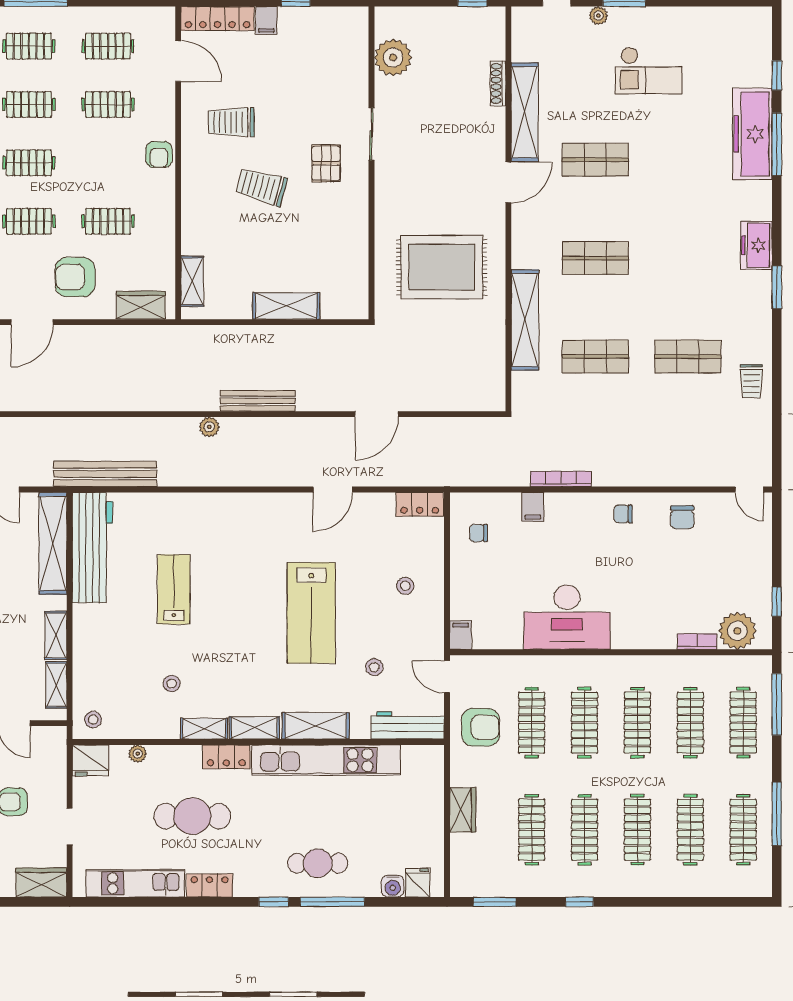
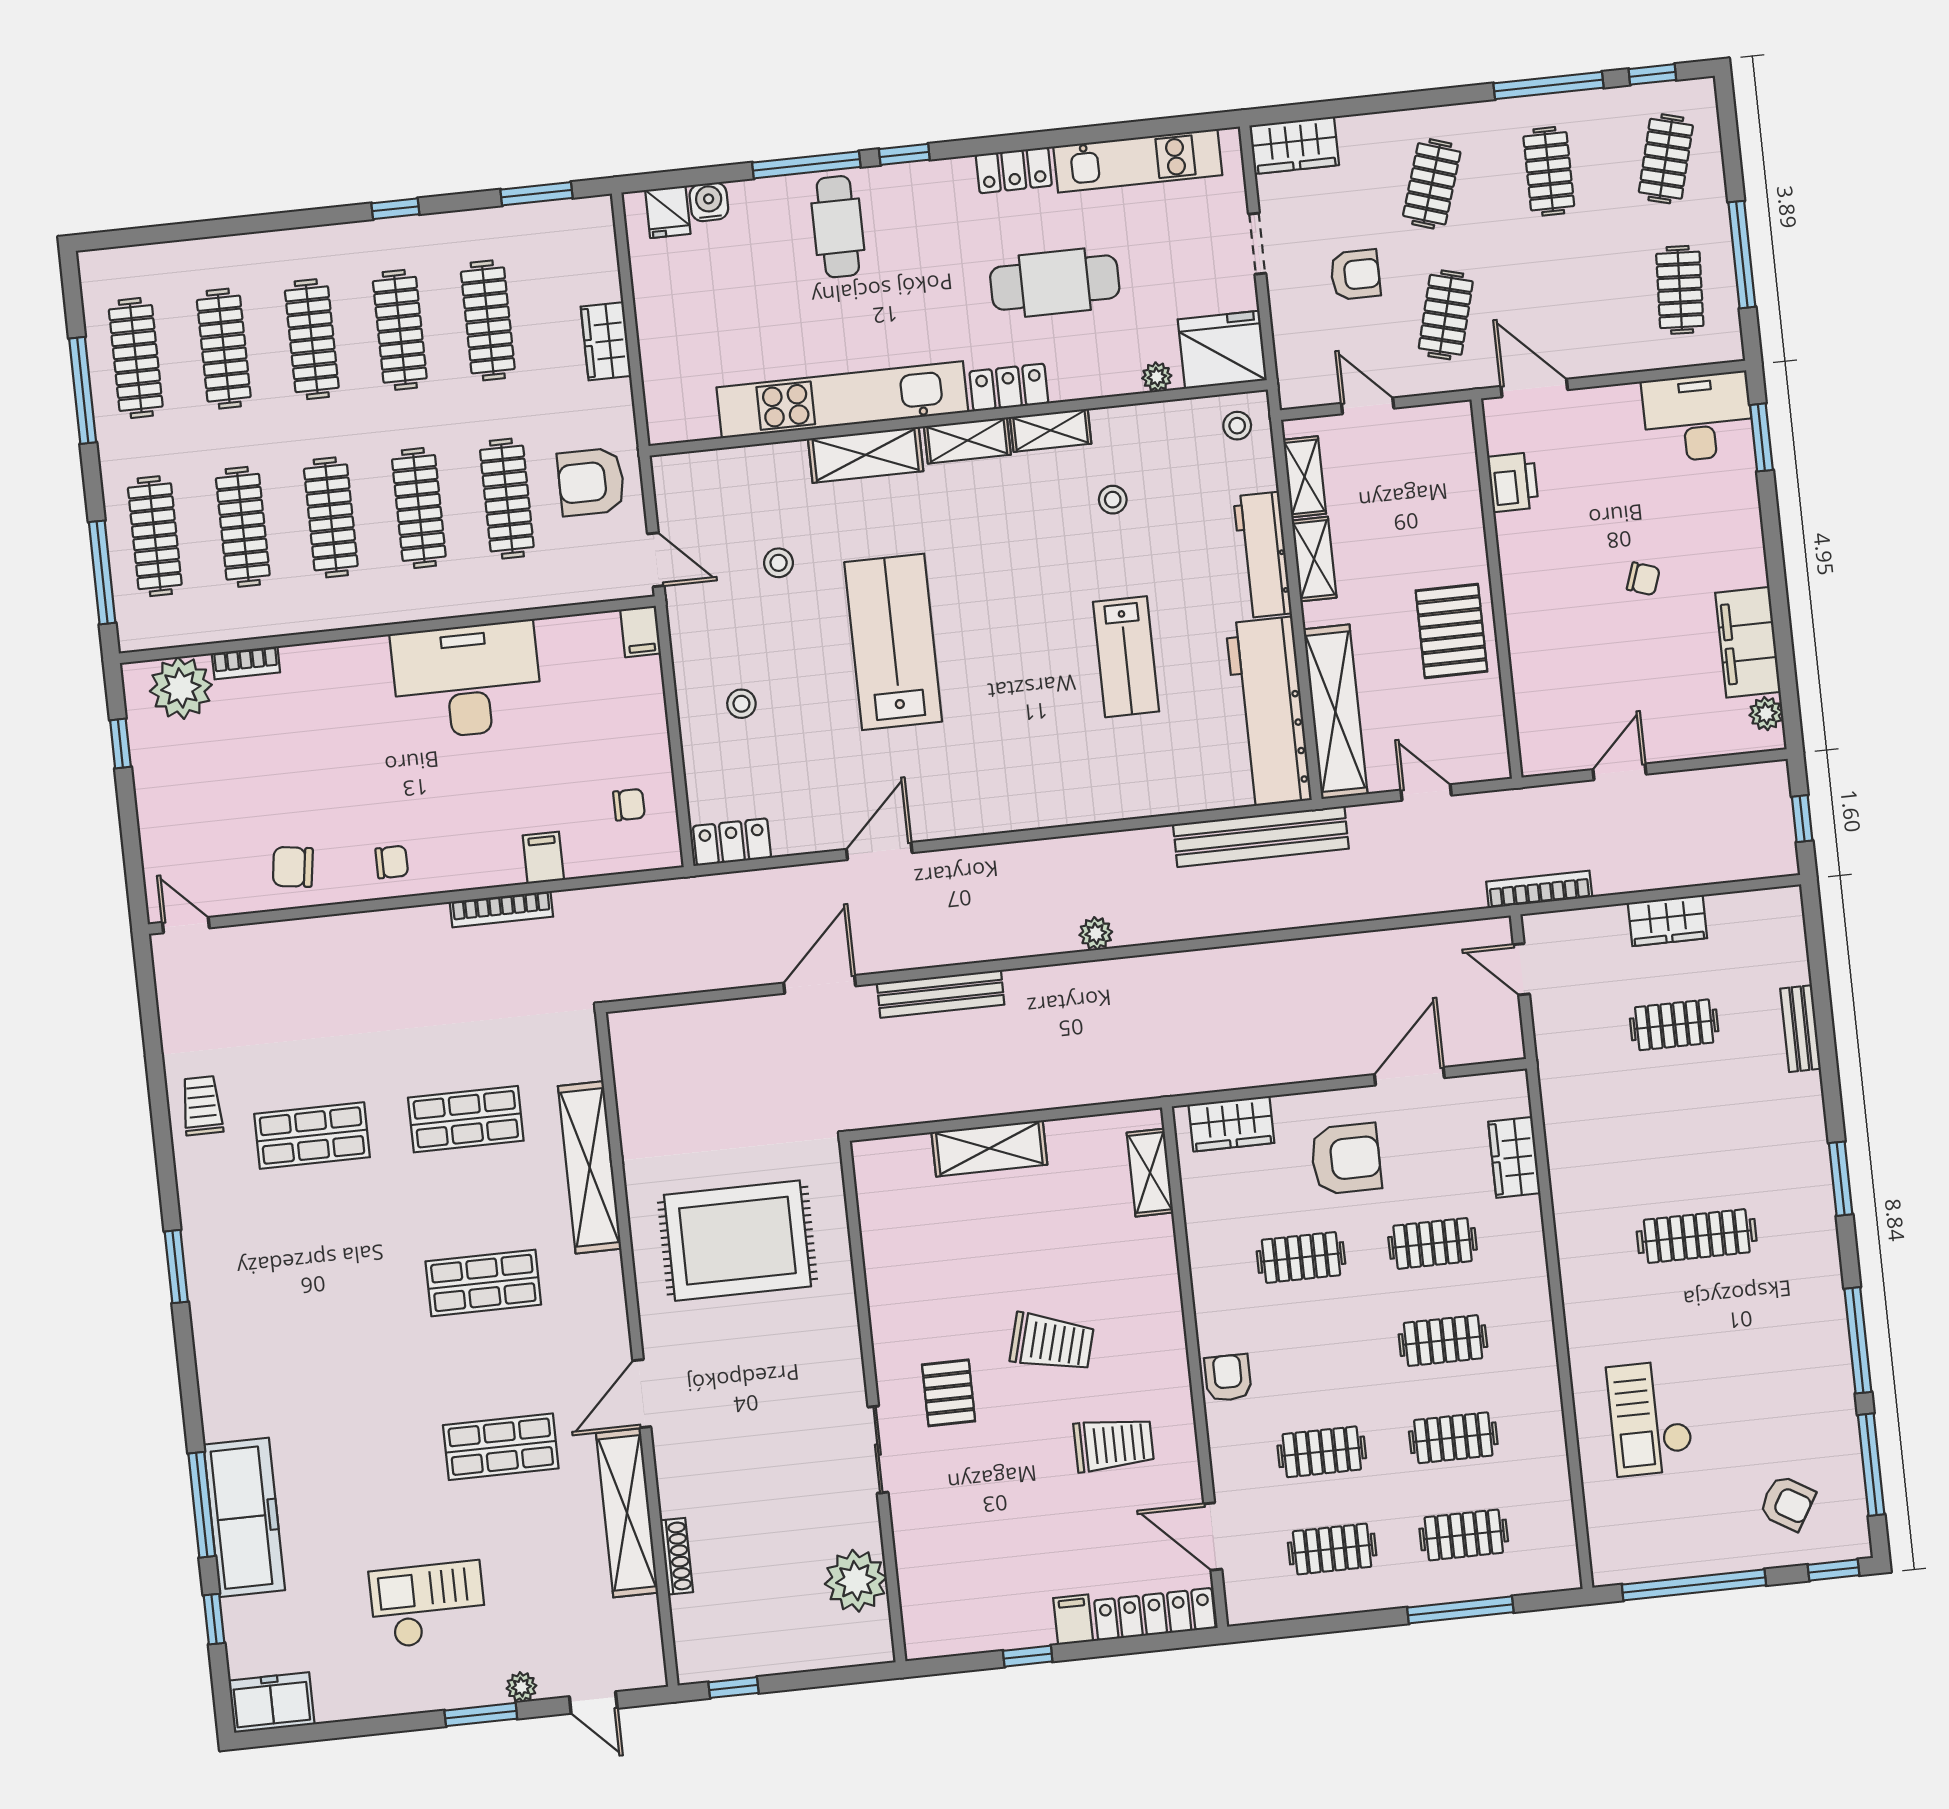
freezer: (756, 245) -> (272, 1703), moved, turned -90
bench: (258, 401) -> (941, 994), moved
chair: (682, 517) -> (293, 867), turned -82
workbench: (408, 725) -> (1263, 555), moved, turned 90
fridge: (91, 760) -> (1222, 350), width x1.36, depth x1.34
cafe table: (318, 863) -> (838, 227), turned 90

